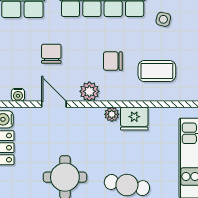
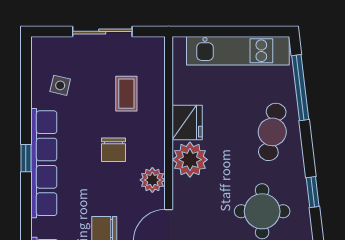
coffee table: (157, 71) -> (126, 94), width x0.73, depth x0.77
plant: (112, 114) -> (190, 160), width x1.88, depth x1.88

